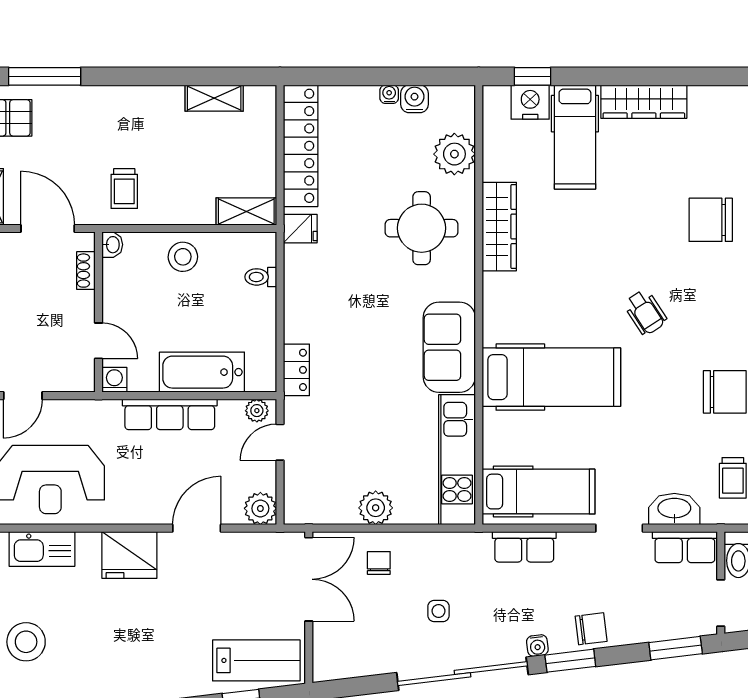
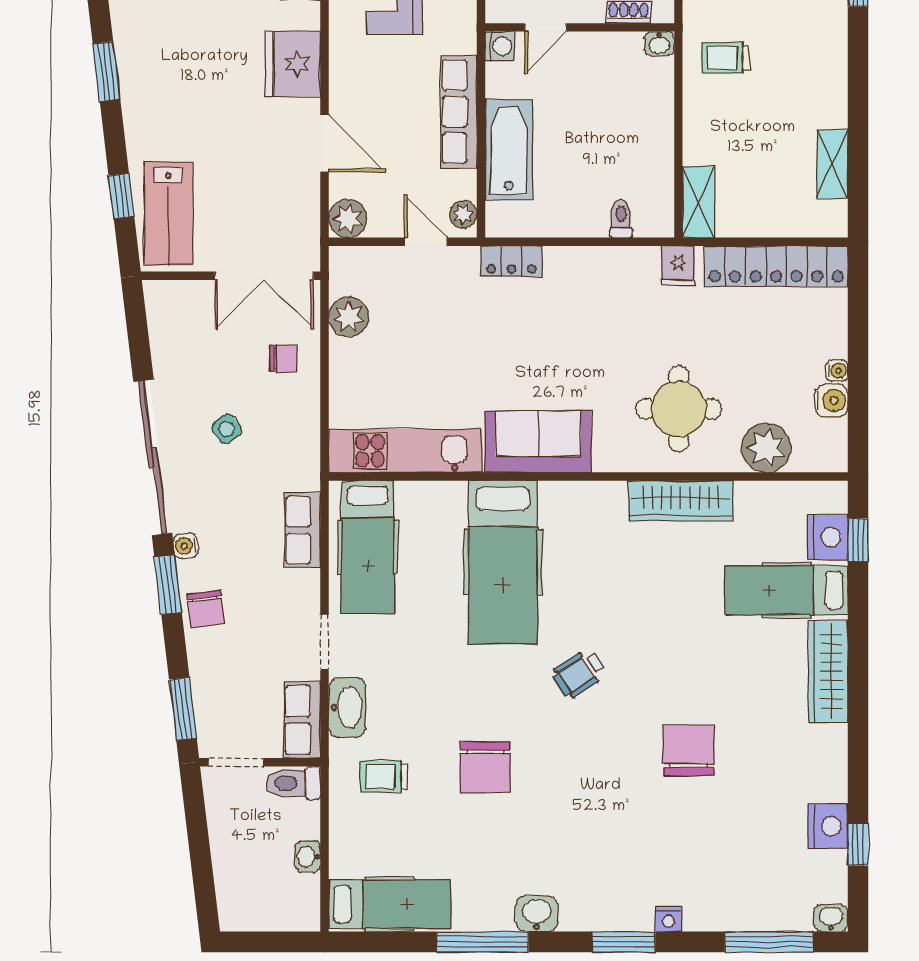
stool: (183, 257) -> (645, 127), removed
plant: (376, 508) -> (349, 317), moved
side table: (439, 611) -> (227, 429), turned -37

